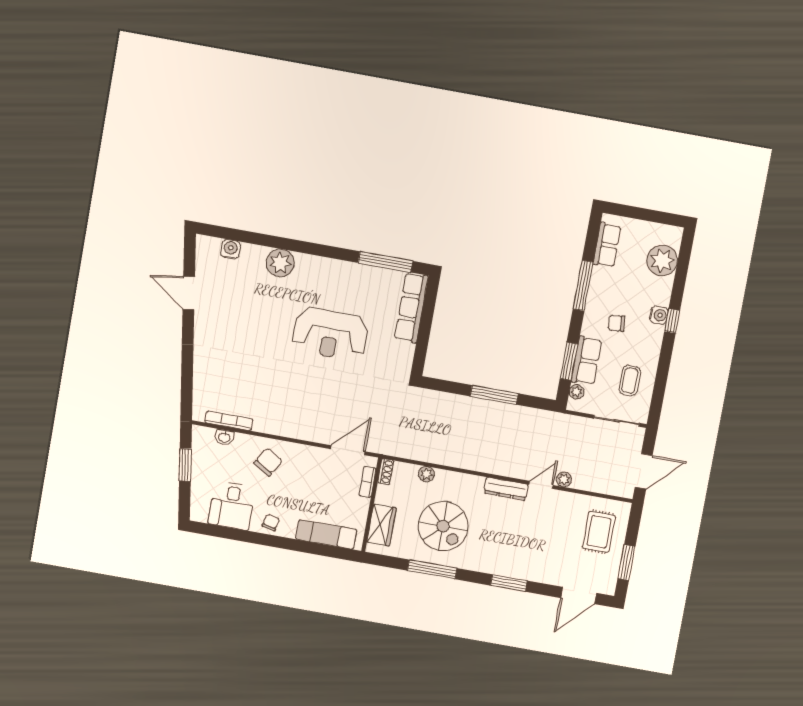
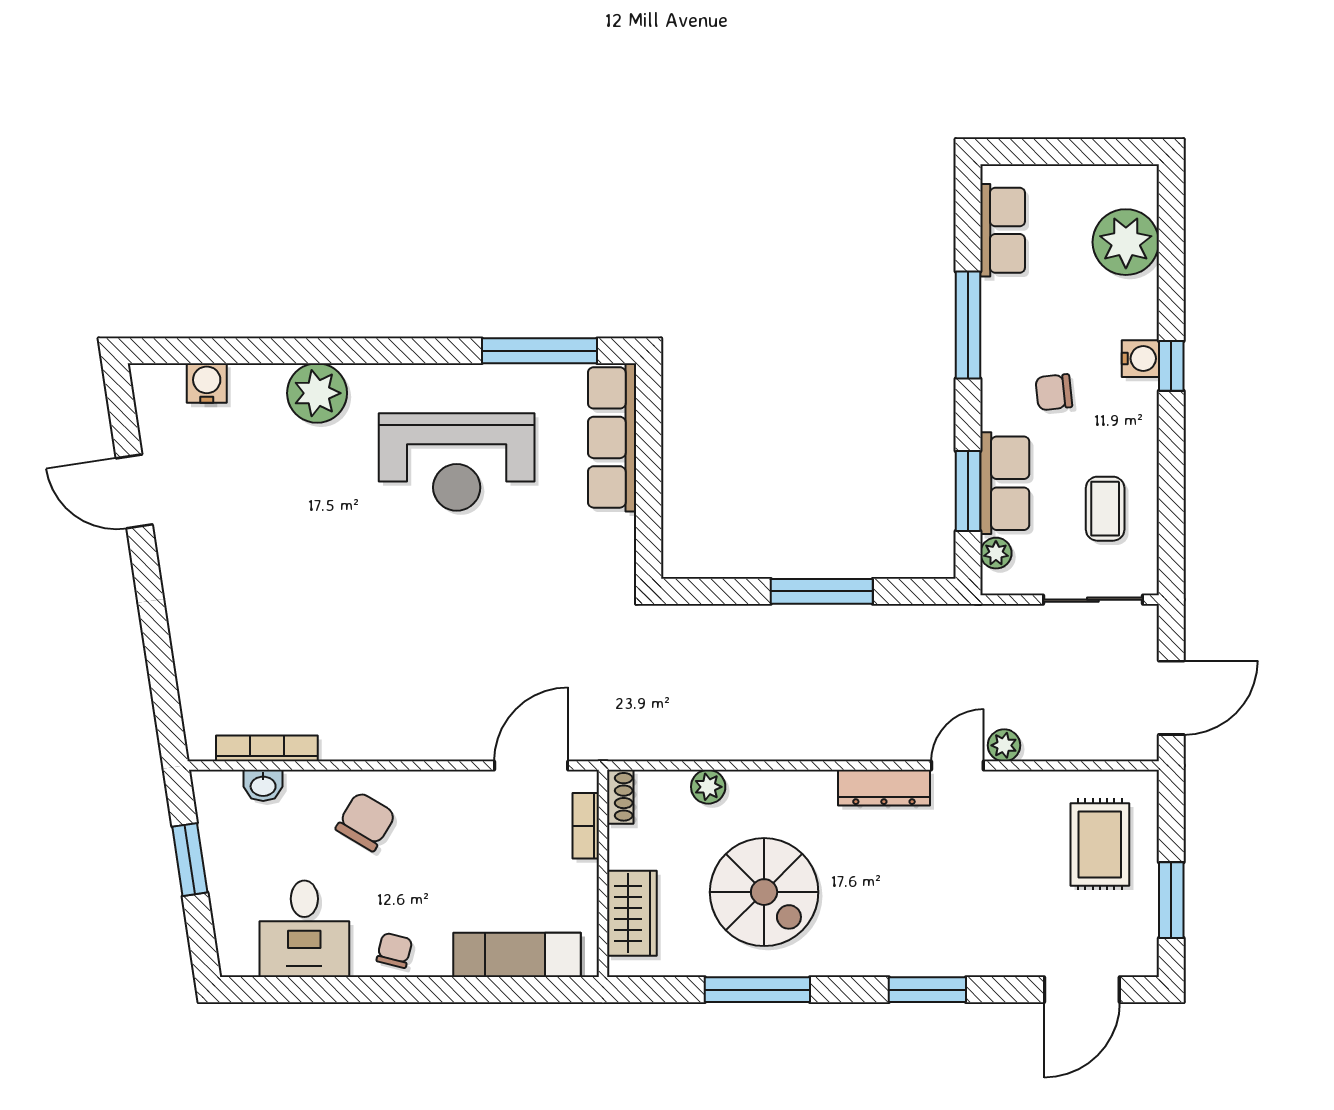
reception desk: (330, 334) -> (457, 462), moved

